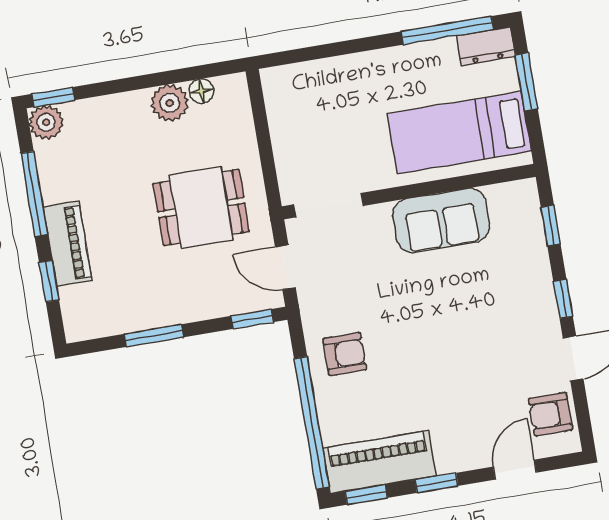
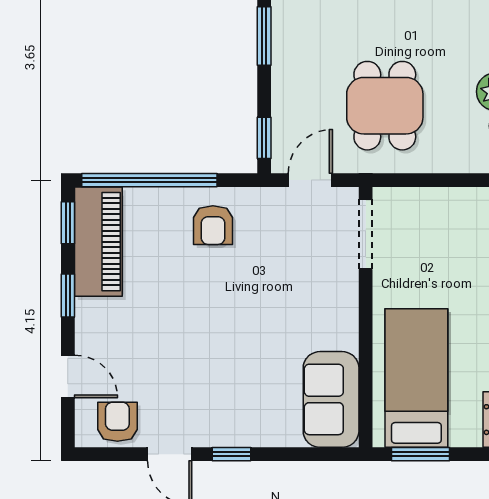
window: (526, 82) -> (421, 454), moved
sofa: (441, 220) -> (331, 399), moved
window: (551, 226) -> (307, 454), removed

